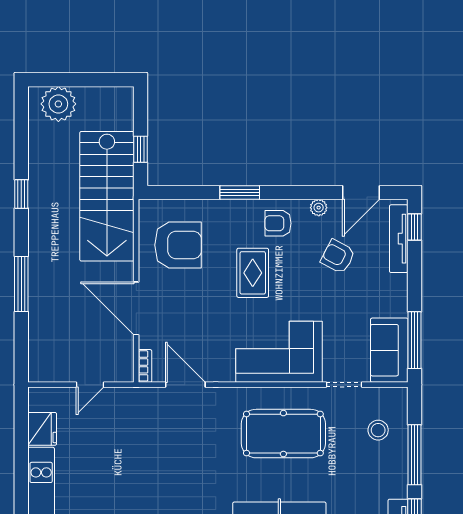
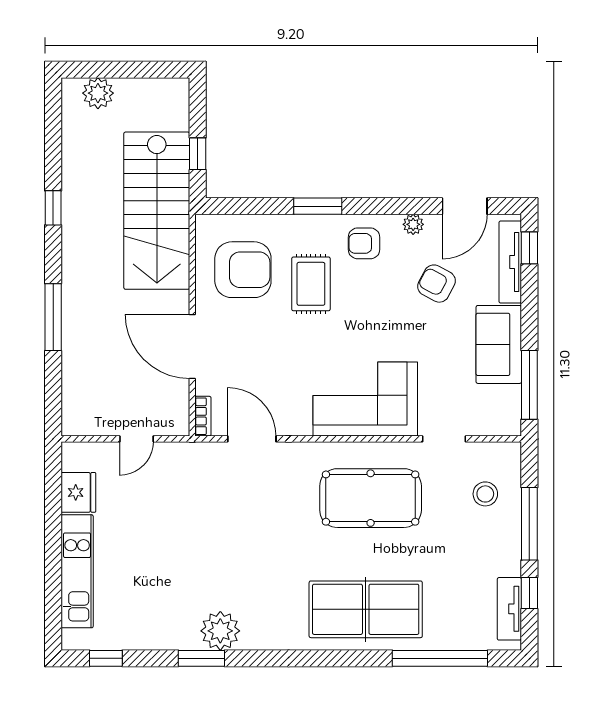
plant: (58, 104) -> (98, 93), width x0.73, depth x0.73
rug: (253, 273) -> (311, 284), moved
sofa: (389, 350) -> (499, 344), moved

